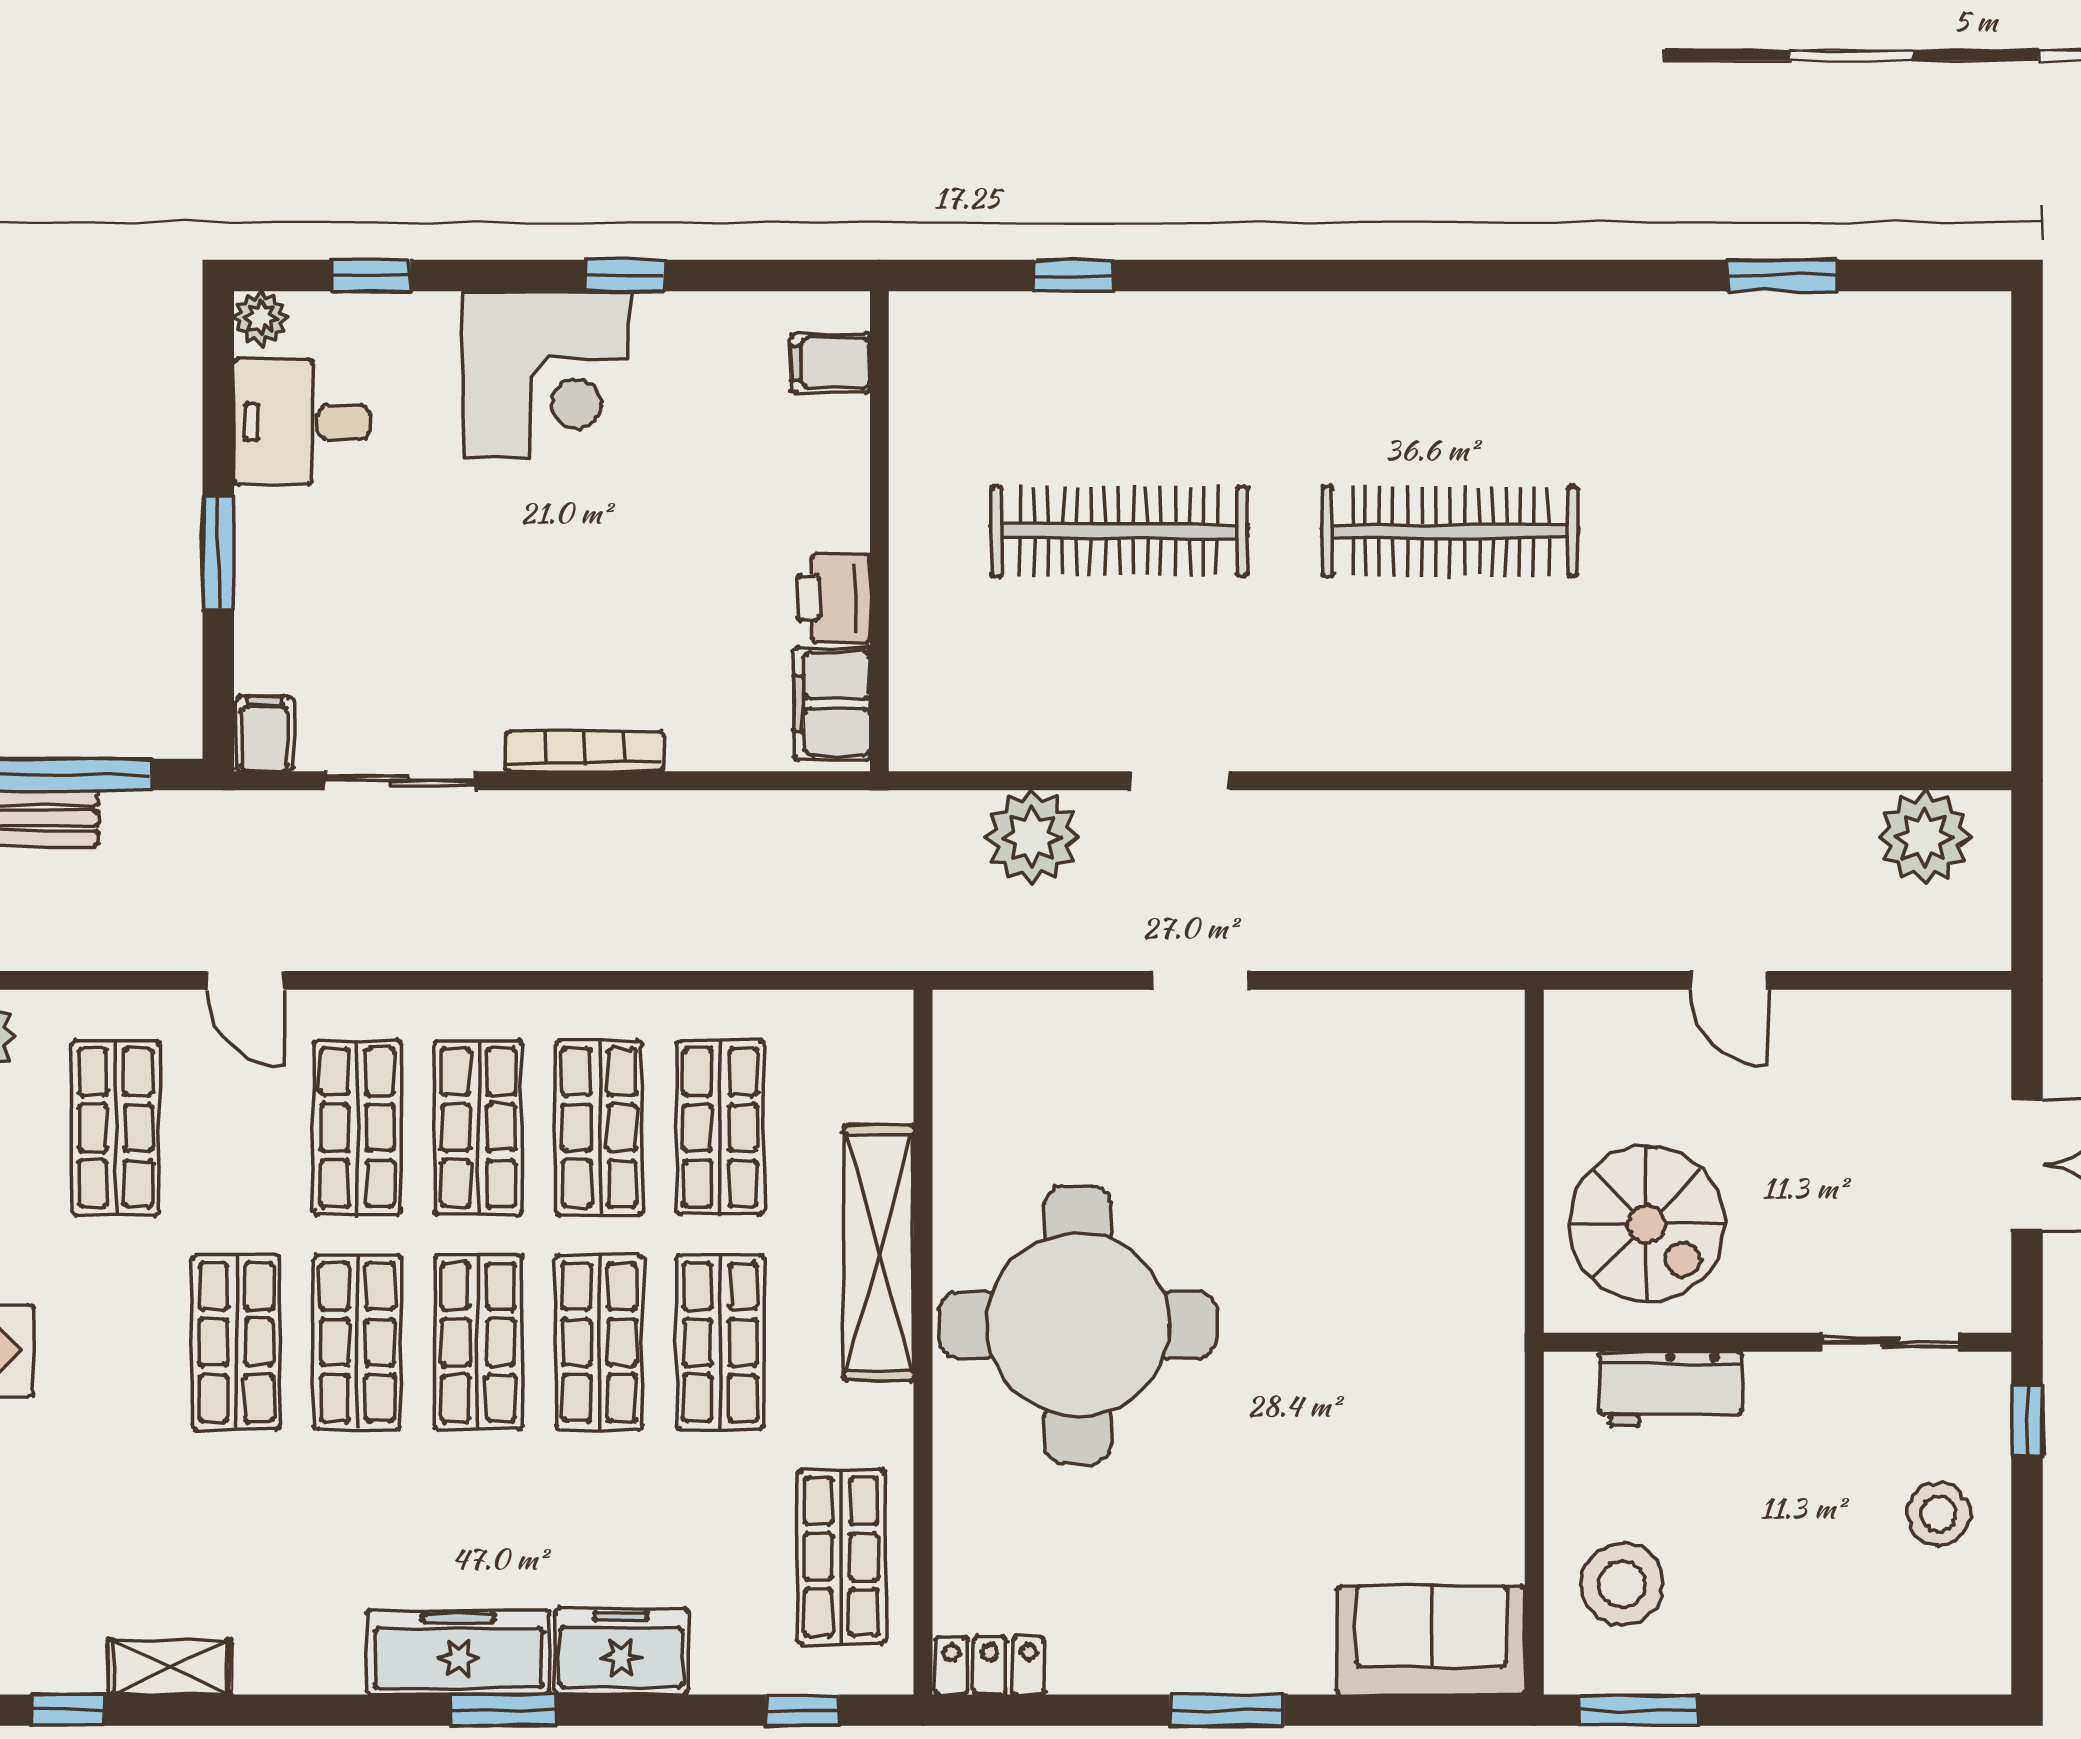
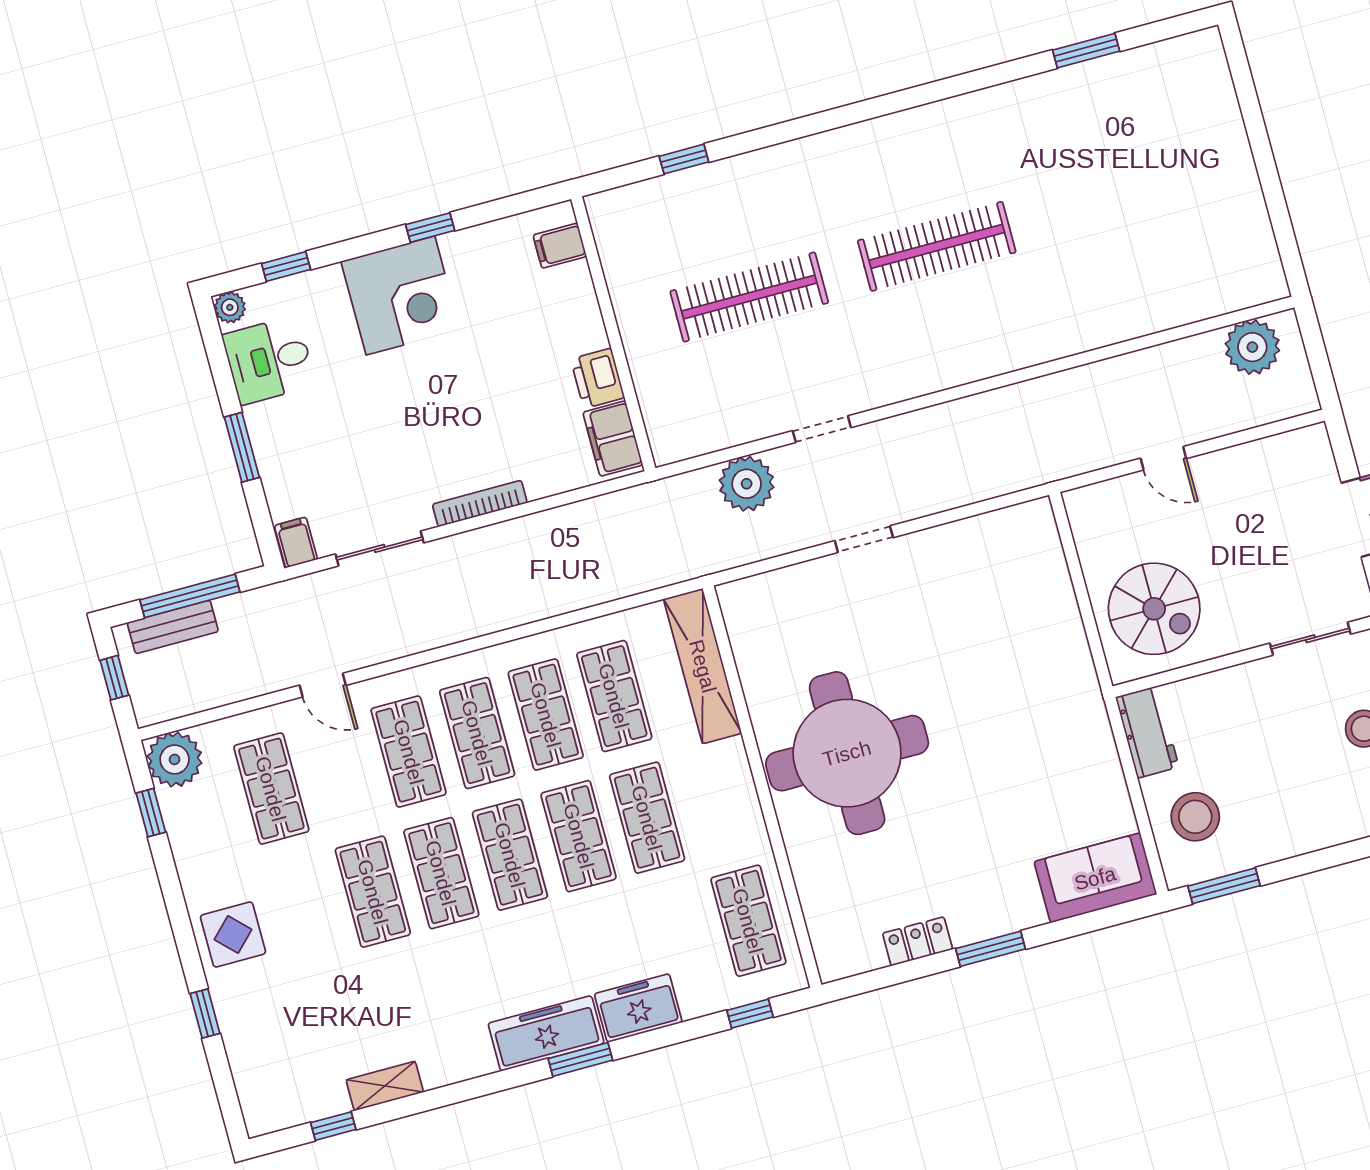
shelving: (879, 1253) -> (703, 666), moved
workbench: (1671, 1389) -> (1147, 732), moved, turned -90
locker: (990, 1666) -> (918, 941), moved

